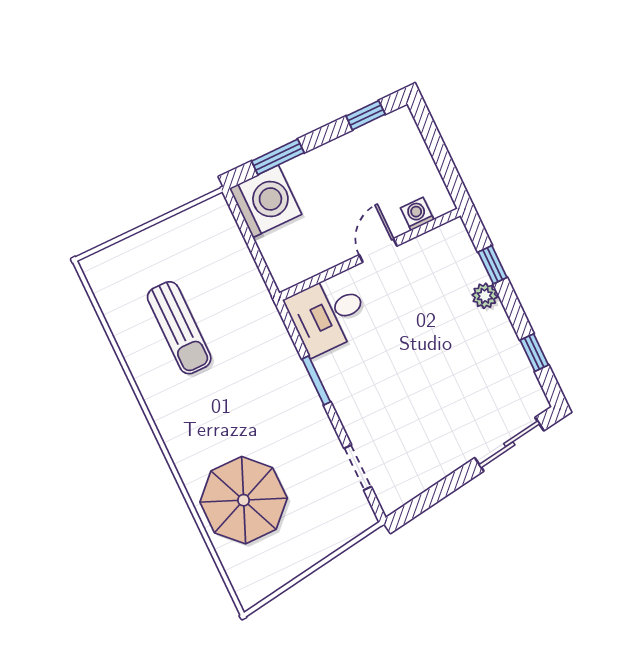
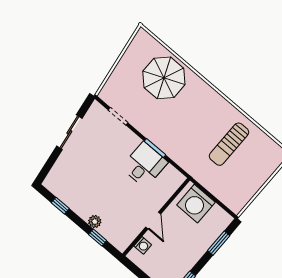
washing machine: (266, 201) -> (196, 204), moved
desk: (328, 314) -> (144, 165), moved
sun lounger: (179, 328) -> (229, 144), turned -90
sliding door: (509, 444) -> (69, 132), moved

